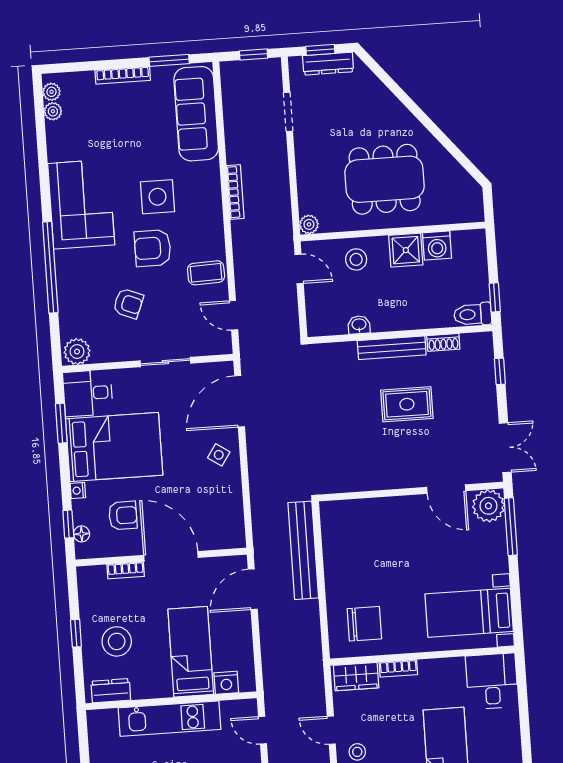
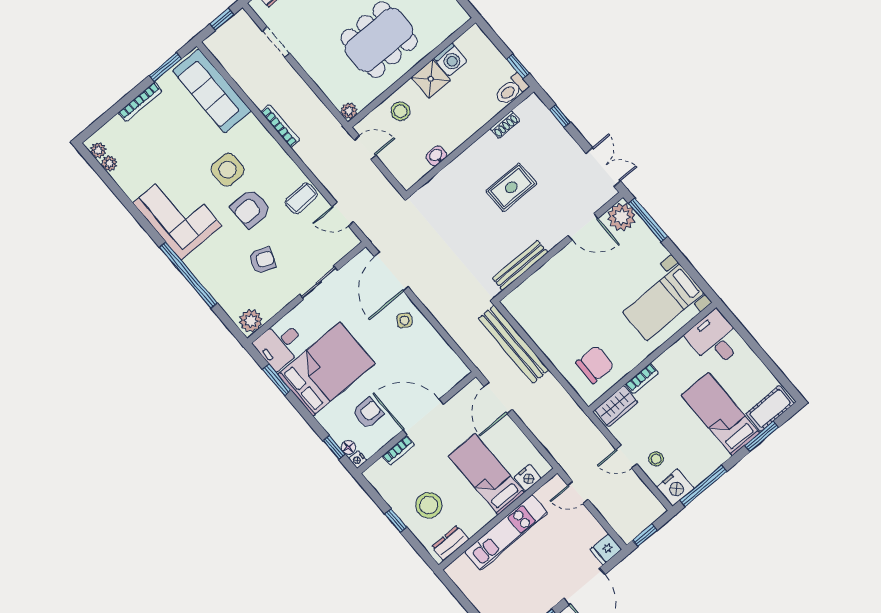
bench: (392, 348) -> (520, 265), moved
nightstand: (78, 491) -> (358, 460), moved

